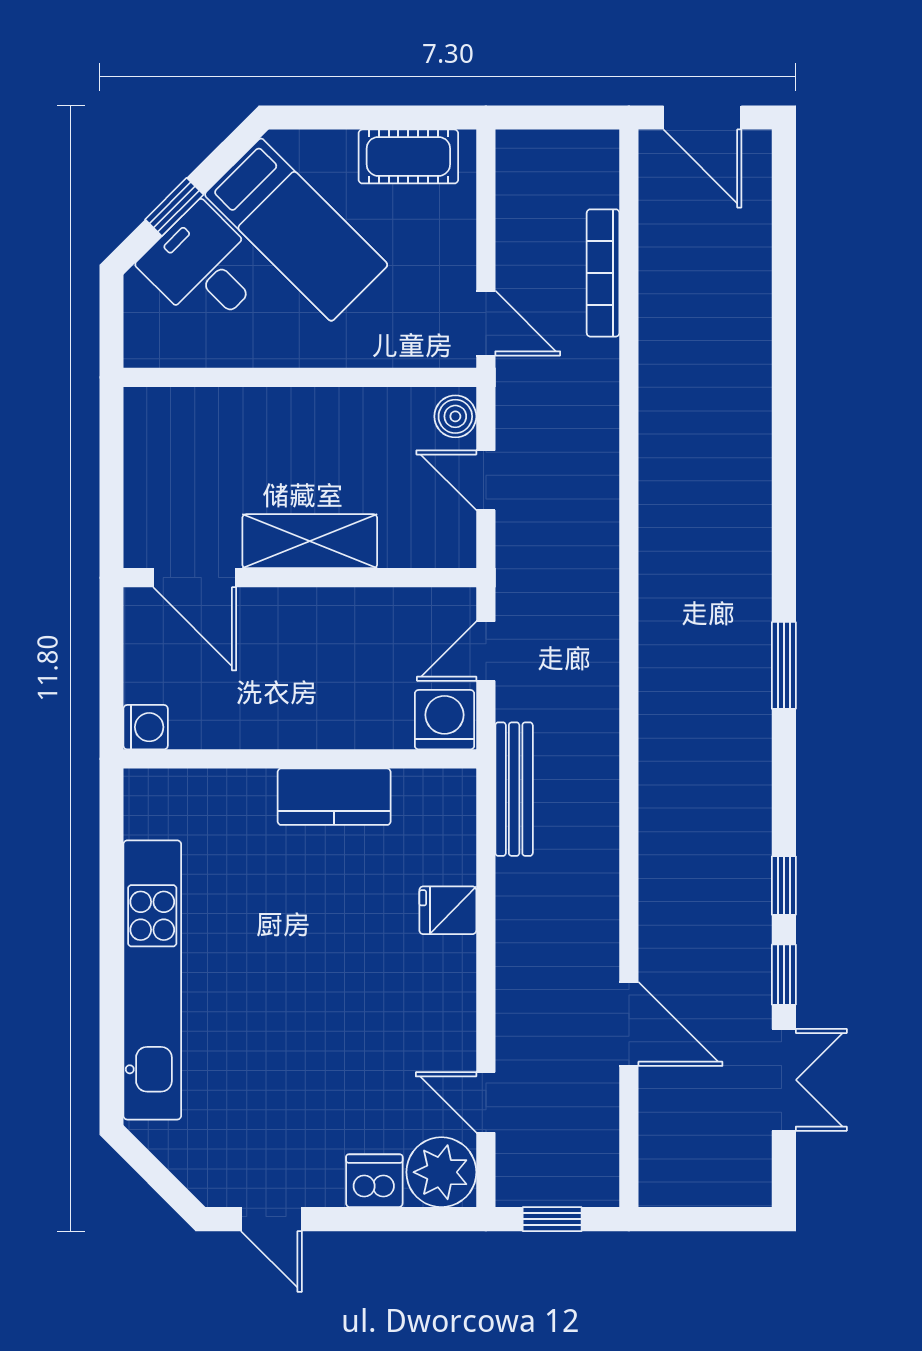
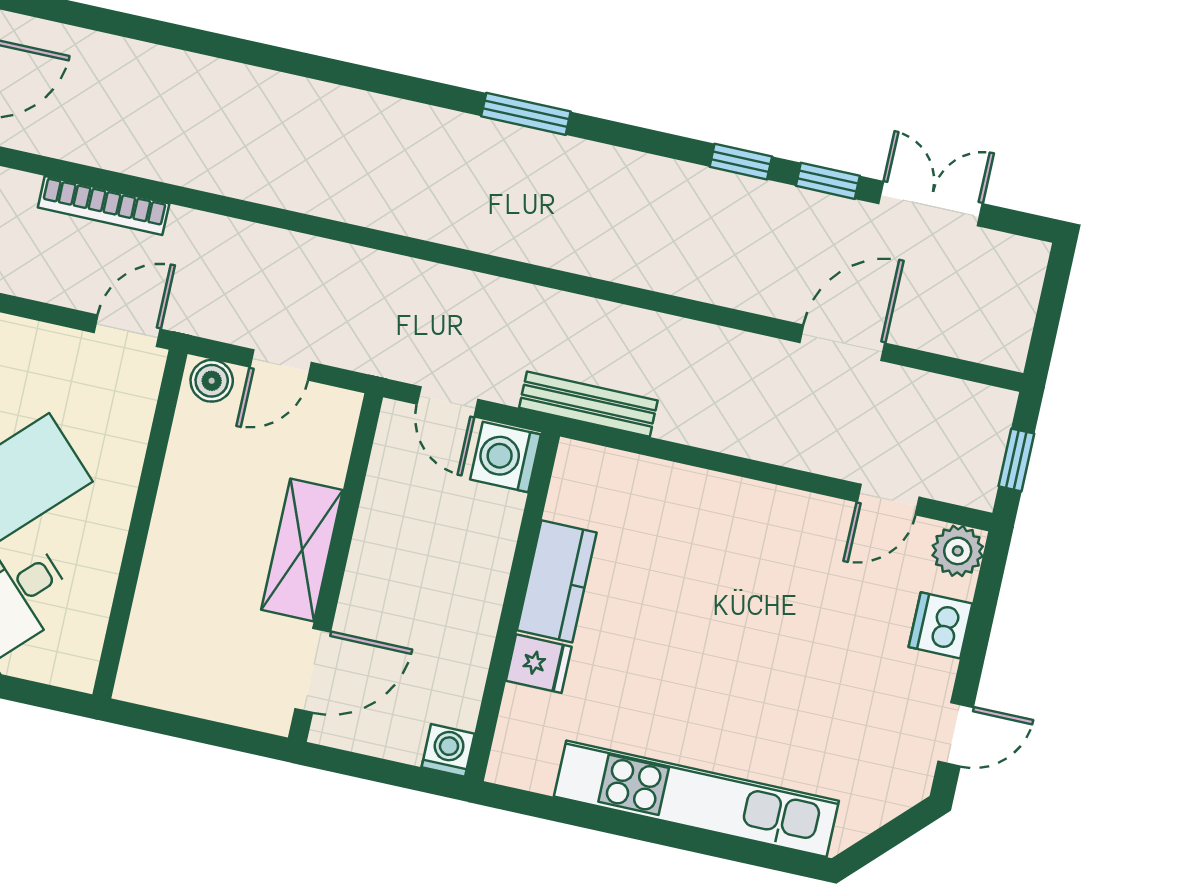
fridge: (448, 910) -> (539, 664), moved, turned -90
plant: (441, 1172) -> (958, 551), width x0.73, depth x0.73

